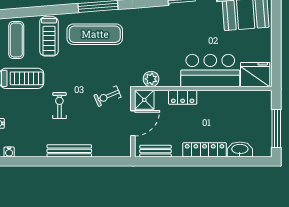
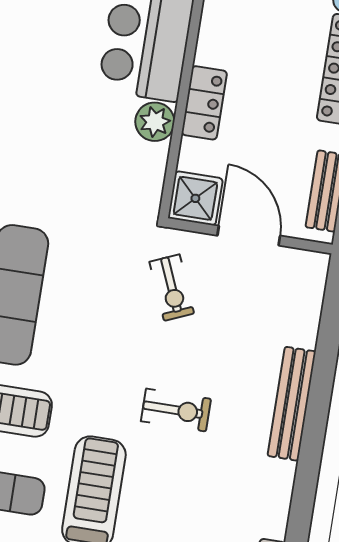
plant: (151, 79) -> (155, 122), moved
exercise bike: (59, 106) -> (176, 410), turned 180

